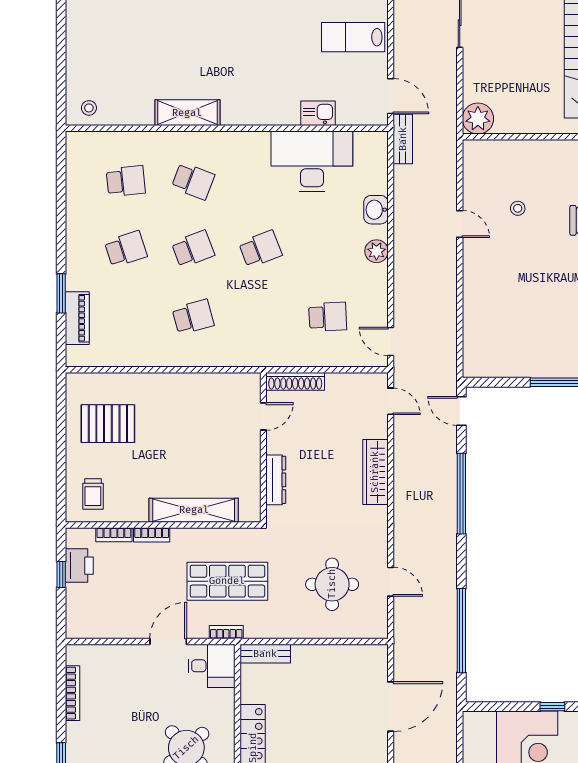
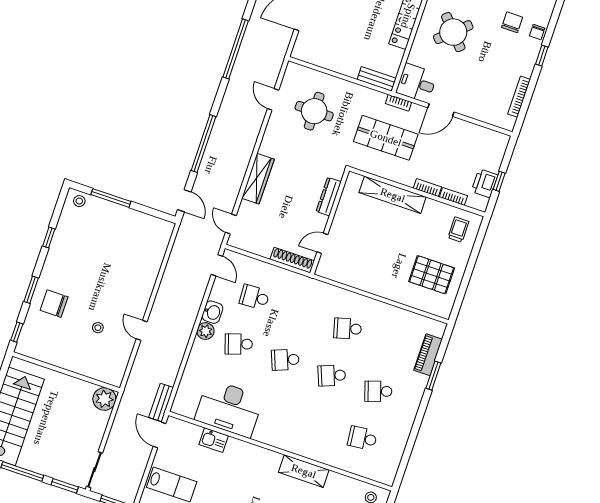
school desk: (193, 181) -> (239, 344), moved, turned -39
washbasin: (376, 210) -> (212, 312), moved

